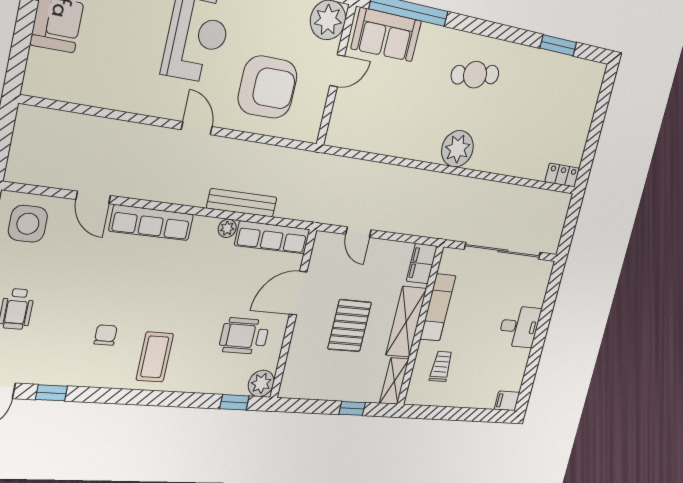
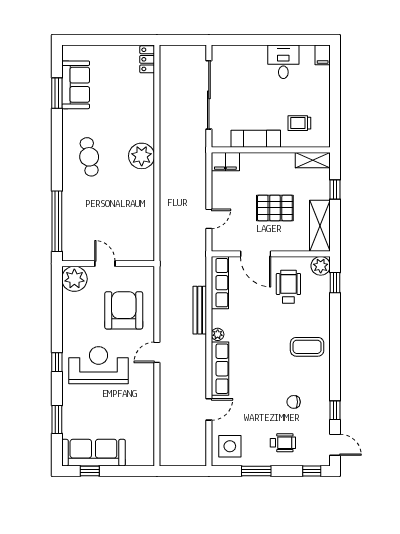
sofa: (386, 35) -> (76, 85), moved
plant: (227, 228) -> (218, 334), moved
shelving: (406, 322) -> (320, 226), moved, turned 90
desk: (519, 327) -> (283, 62), moved
chair: (106, 335) -> (294, 402), moved
wheelchair: (244, 336) -> (288, 287), turned 180

